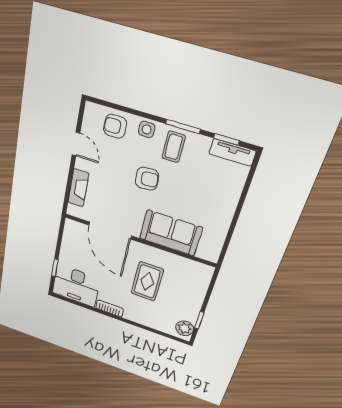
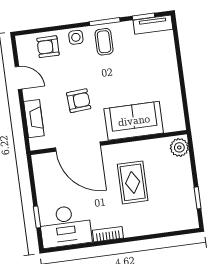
armchair: (147, 179) -> (79, 101), moved
plant: (185, 328) -> (179, 147), moved

